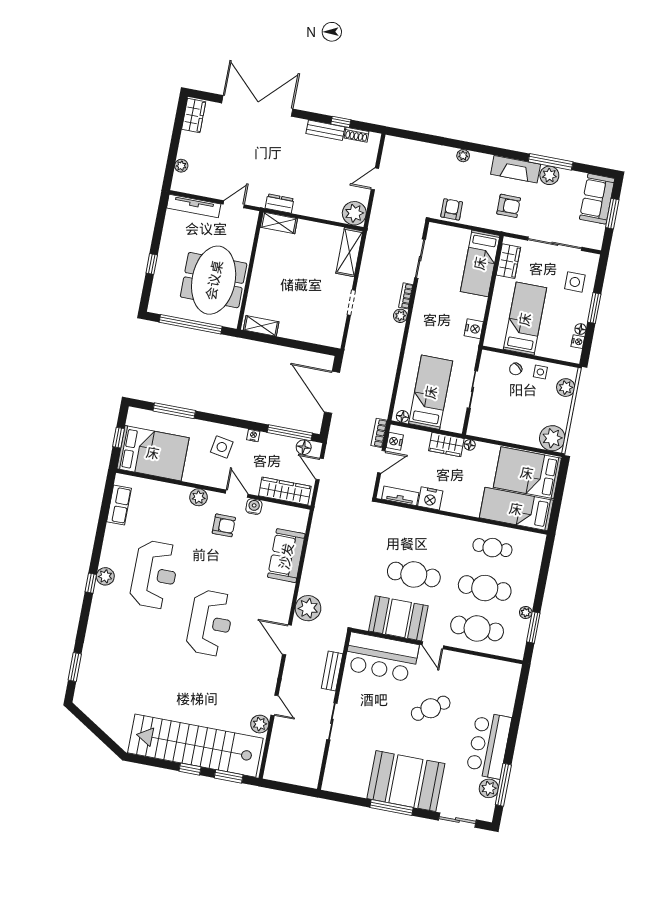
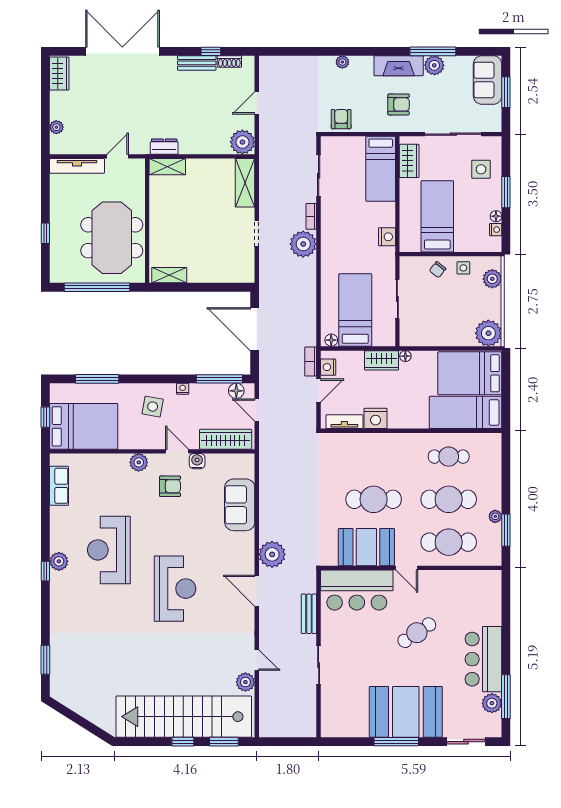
plant: (400, 316) -> (303, 244), width x1.88, depth x1.88
reception desk: (155, 575) -> (109, 550), turned 180

